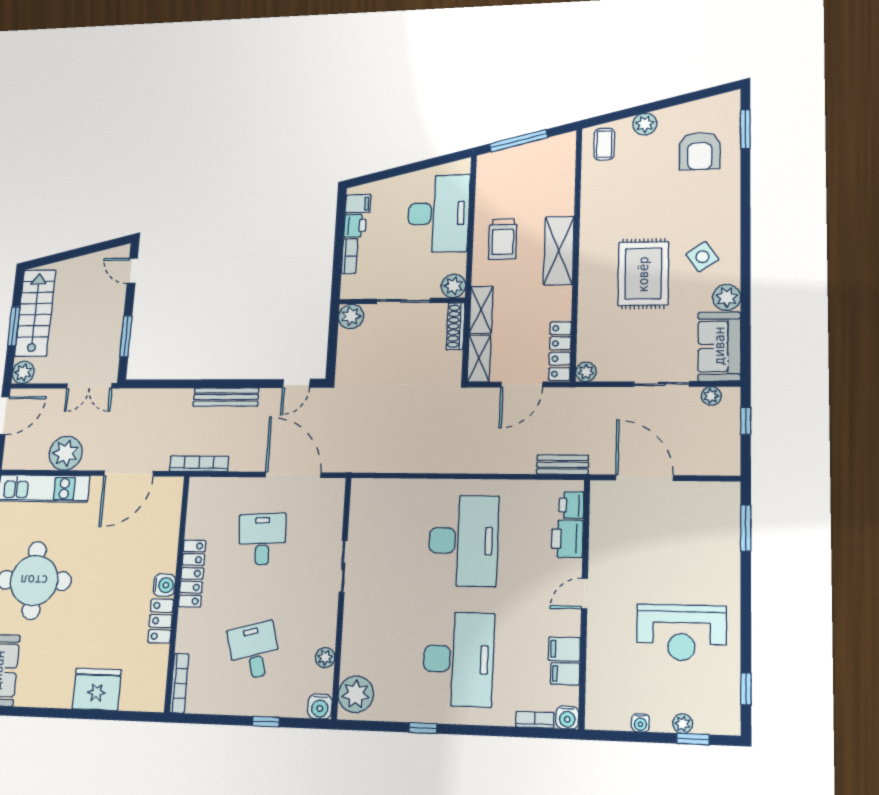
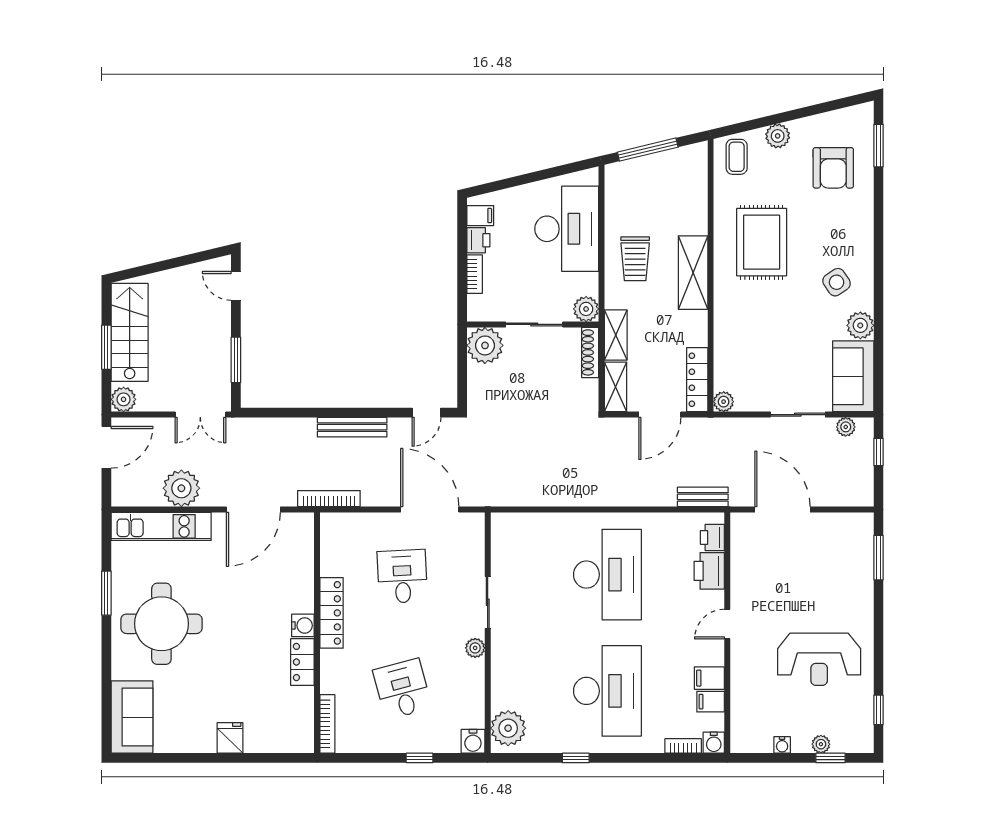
rug: (643, 274) -> (762, 242), moved
plant: (351, 316) -> (485, 345), width x1.36, depth x1.36
plant: (325, 658) -> (475, 648), moved
fridge: (97, 689) -> (230, 738), width x0.53, depth x0.75

